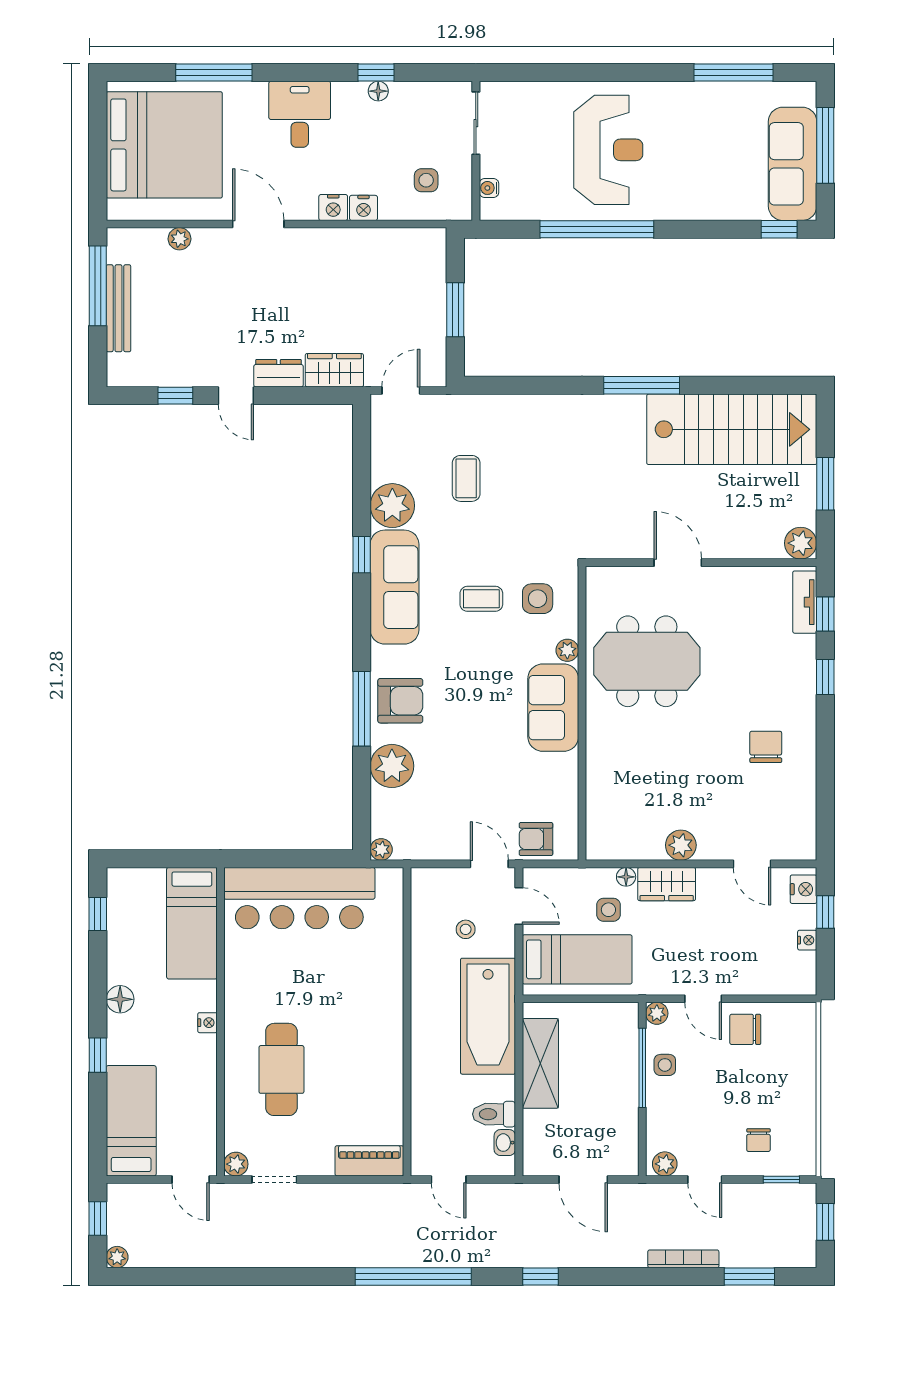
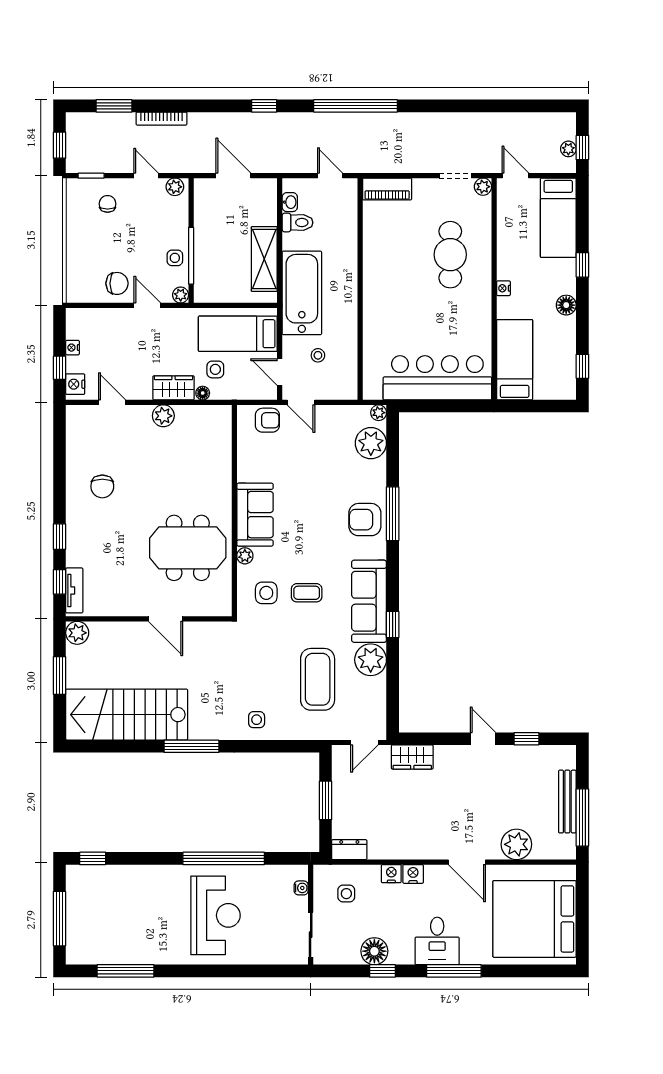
window: (214, 73) -> (454, 971), moved
floor lamp: (378, 91) -> (374, 951), width x1.89, depth x1.89
reception desk: (608, 150) -> (215, 915), turned 180
sofa: (793, 164) -> (83, 905), removed
plant: (179, 239) -> (516, 844), width x1.88, depth x1.88
dresser: (279, 373) -> (349, 850), moved, turned 180
side table: (551, 422) -> (257, 720), added
coffee table: (466, 478) -> (318, 679), width x1.86, depth x1.72
plant: (392, 766) -> (371, 443), moved
plant: (117, 1257) -> (568, 149), moved

